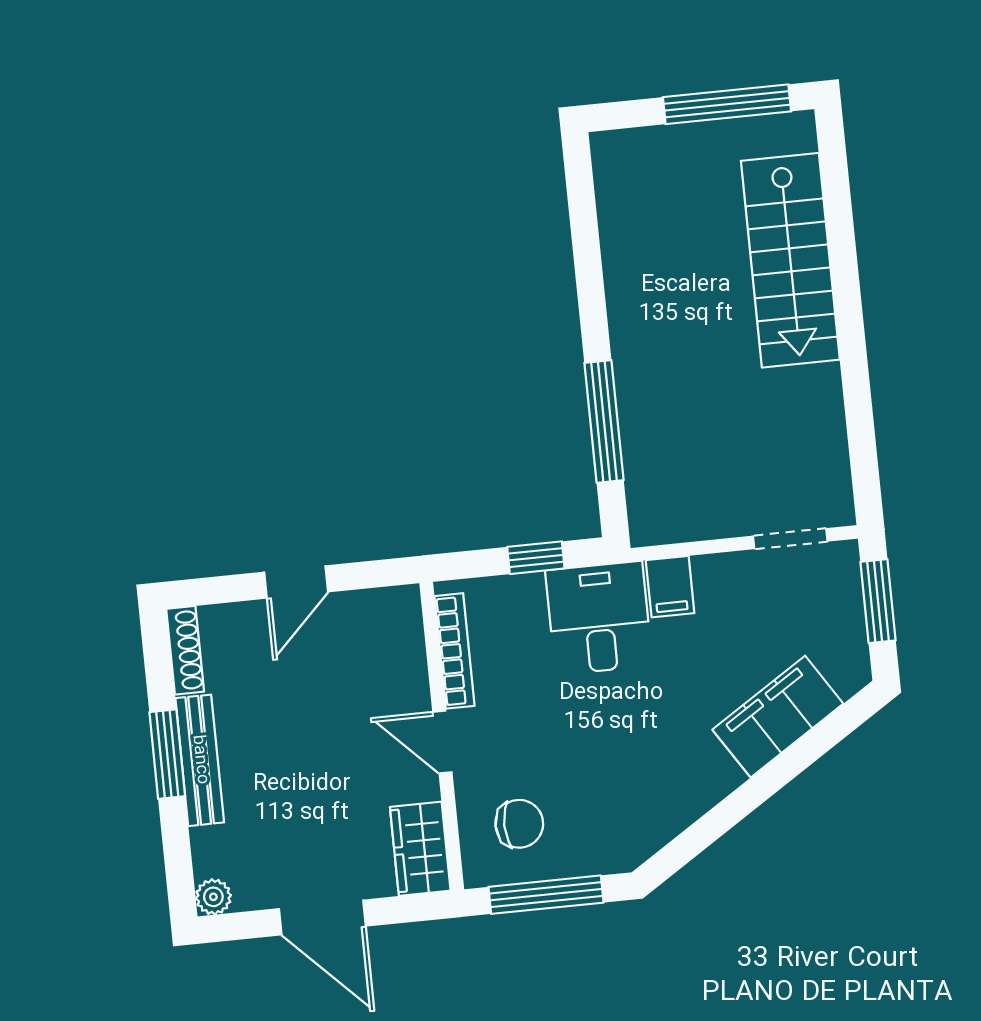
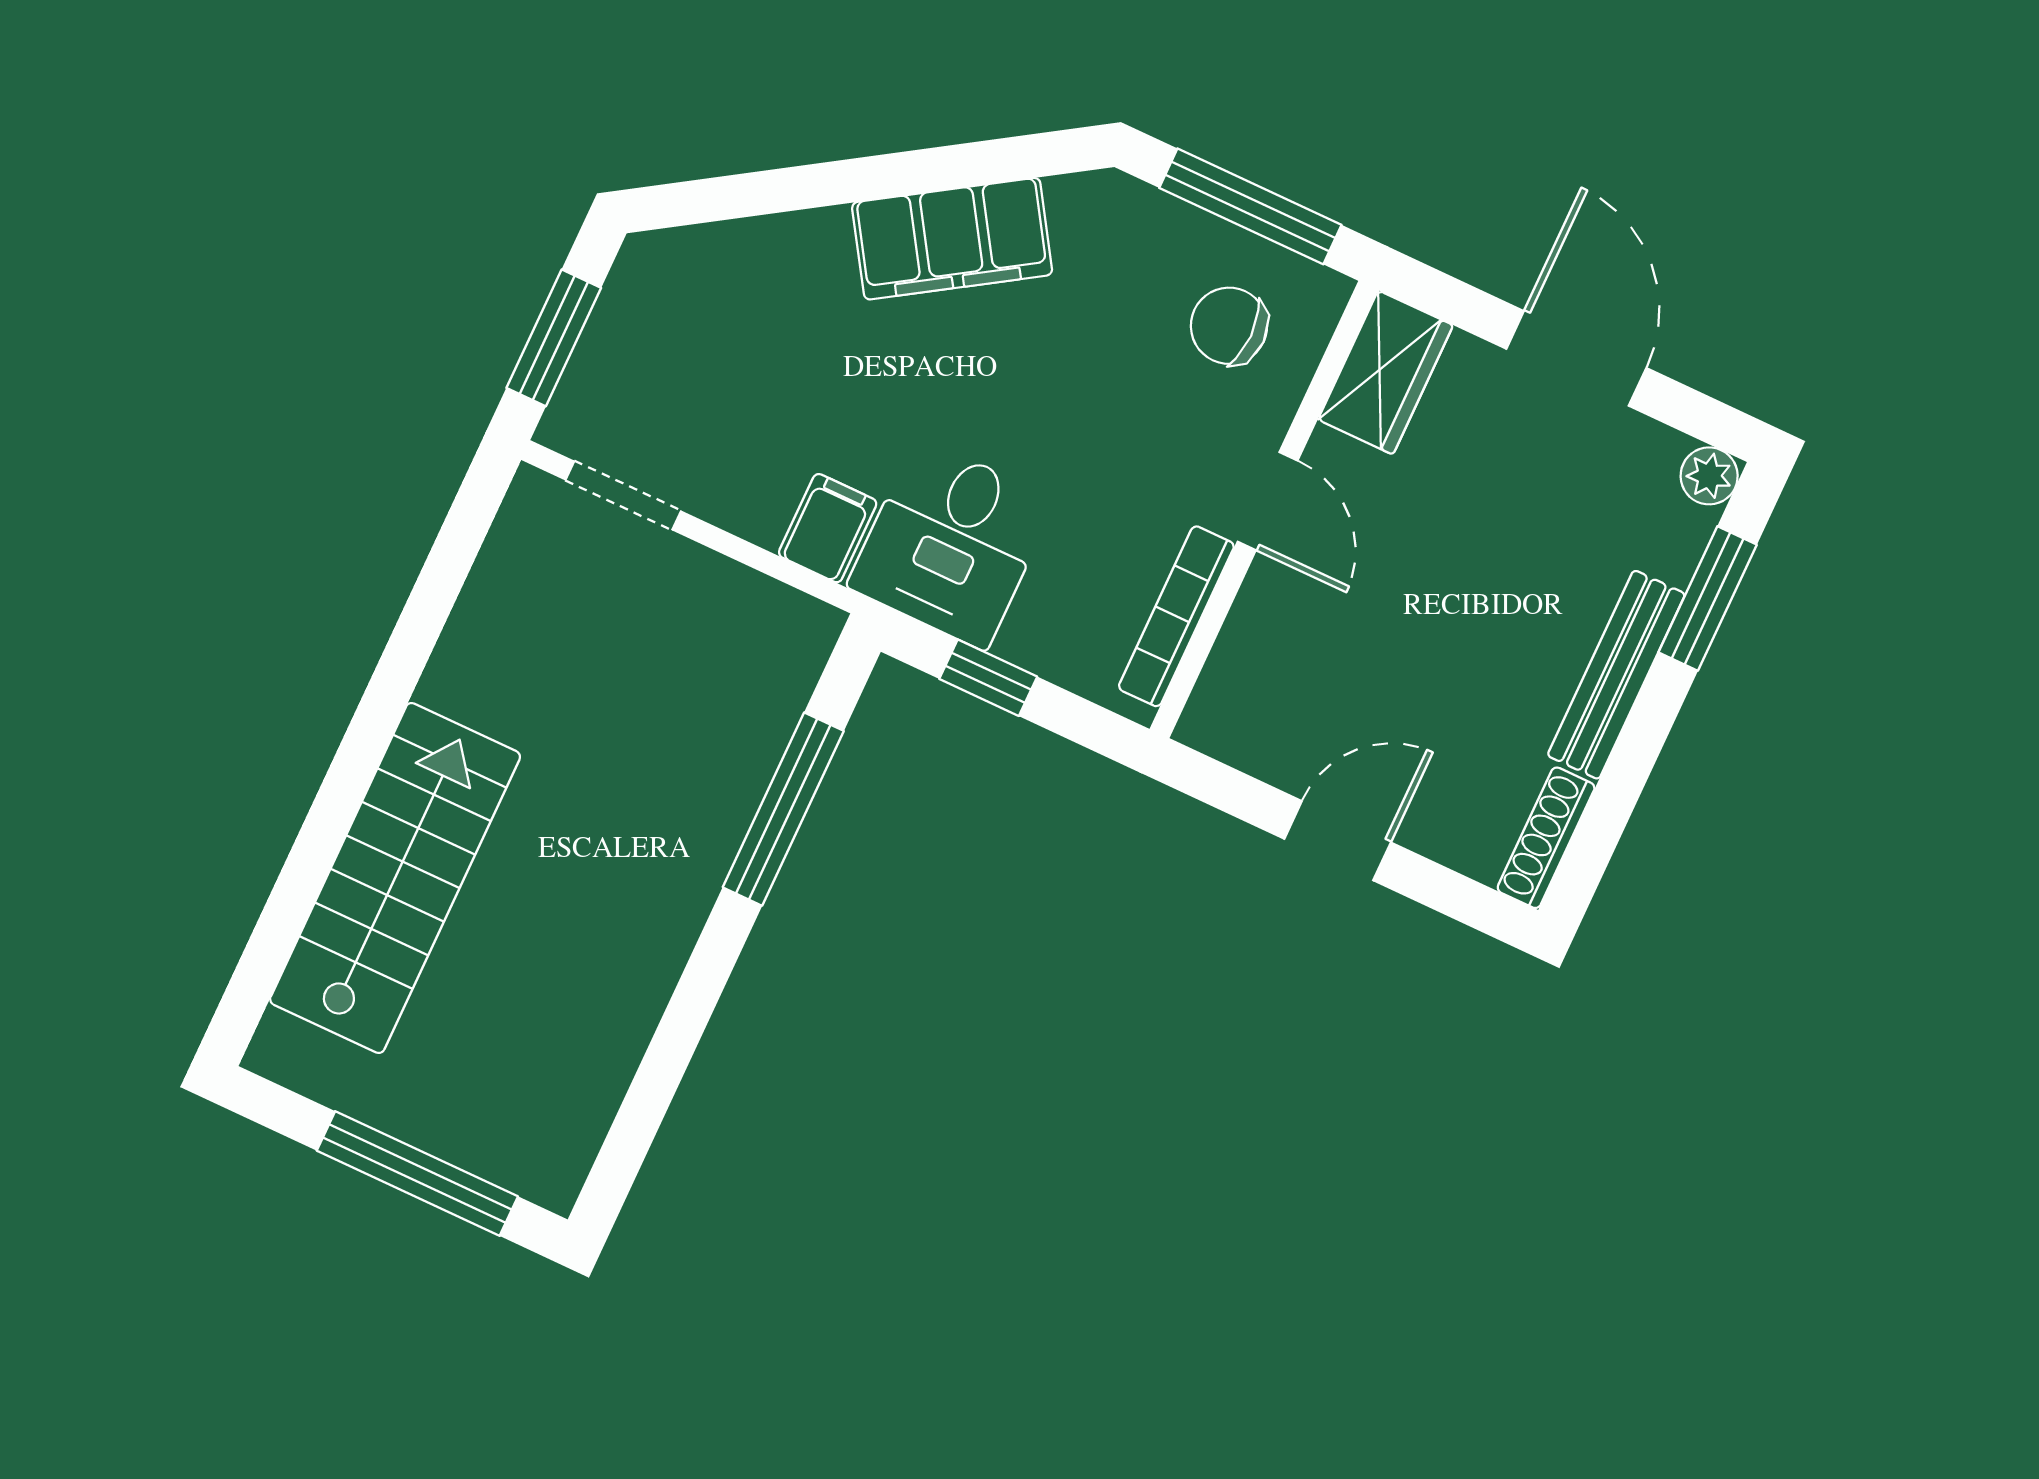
window: (727, 104) -> (417, 1173), moved
filing cabinet: (778, 717) -> (952, 239), moved
window: (167, 754) -> (1708, 598), moved

